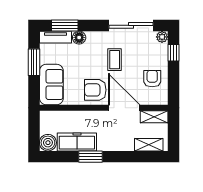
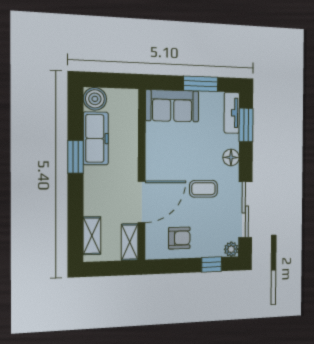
floor lamp: (79, 38) -> (231, 157), moved
armchair: (95, 90) -> (165, 164), removed

